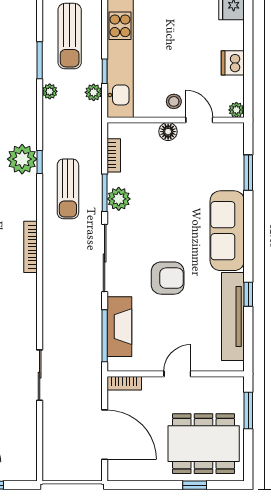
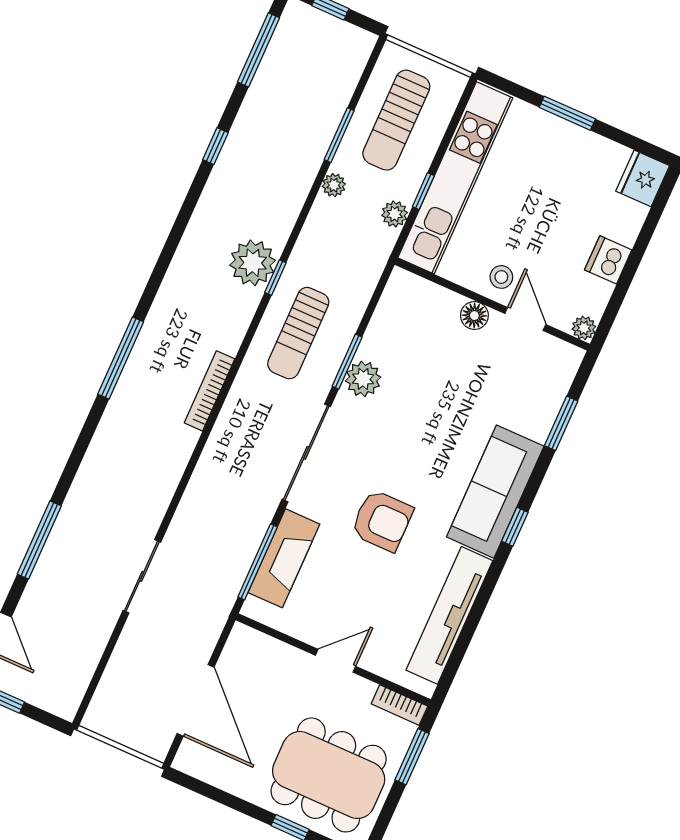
bookcase: (114, 155) -> (383, 315), removed
window: (248, 294) -> (515, 527), moved
bookcase: (124, 383) -> (399, 705), moved

